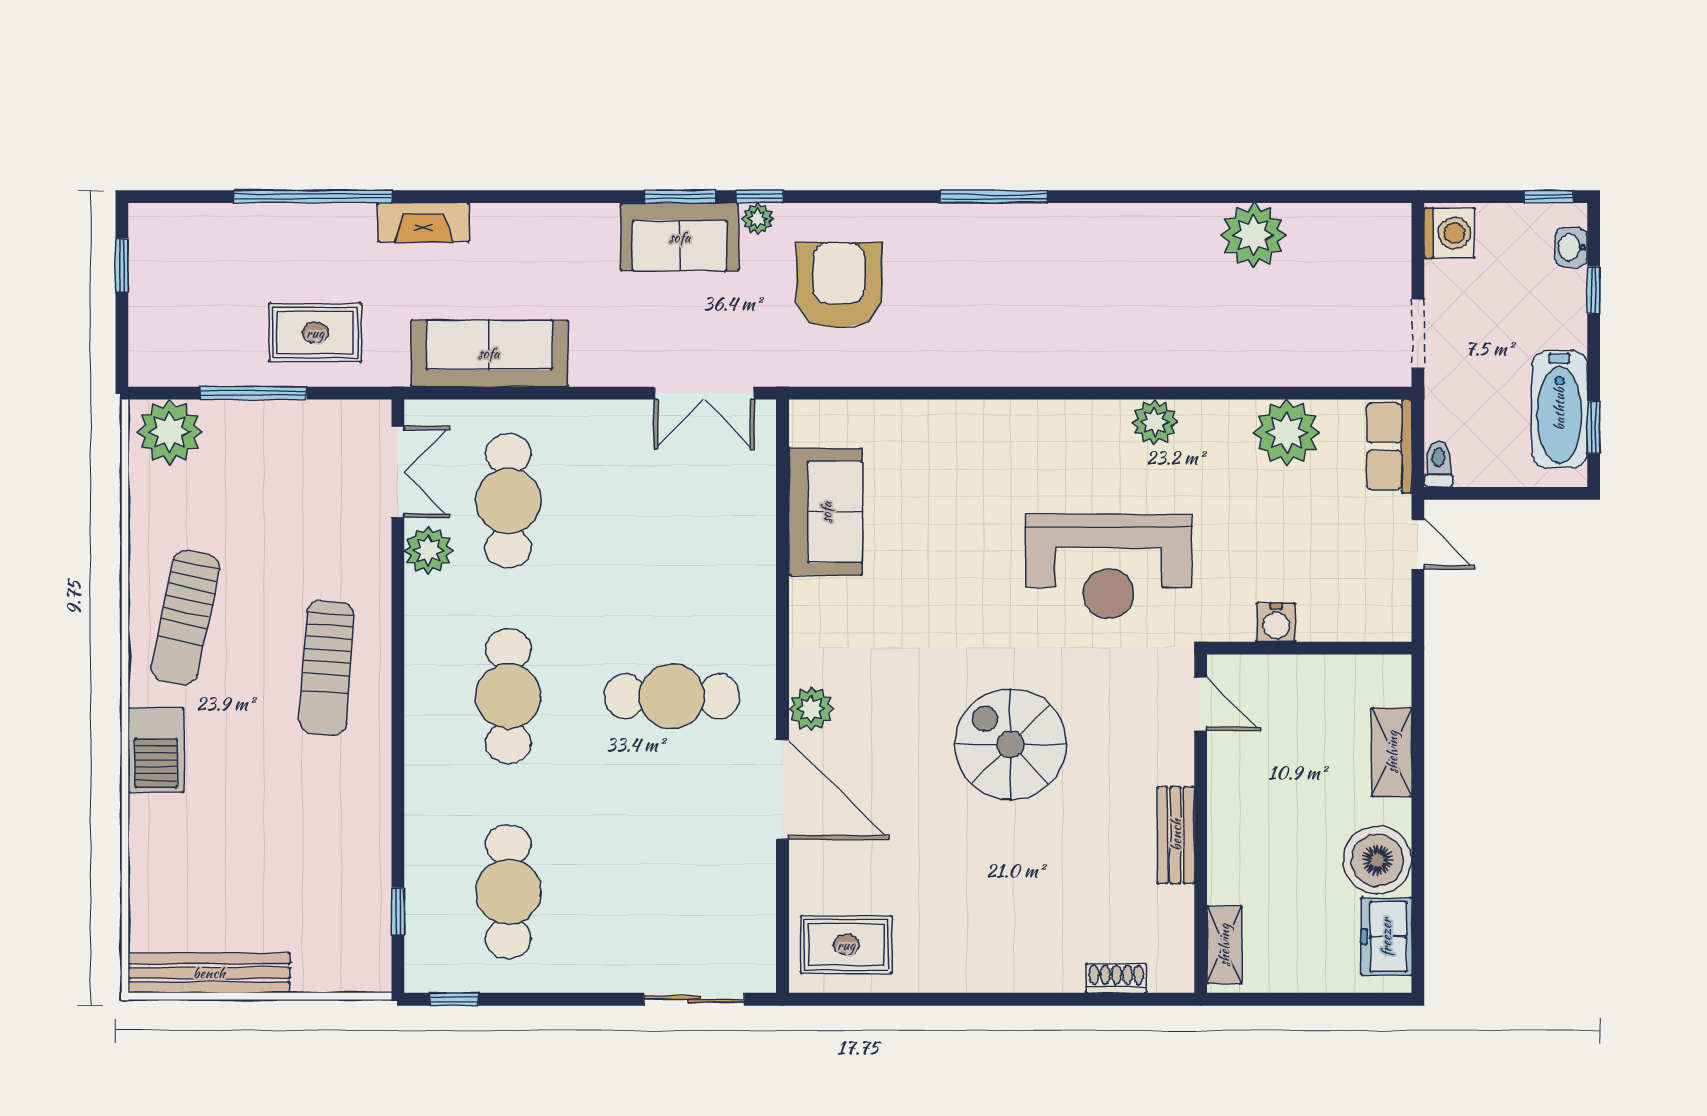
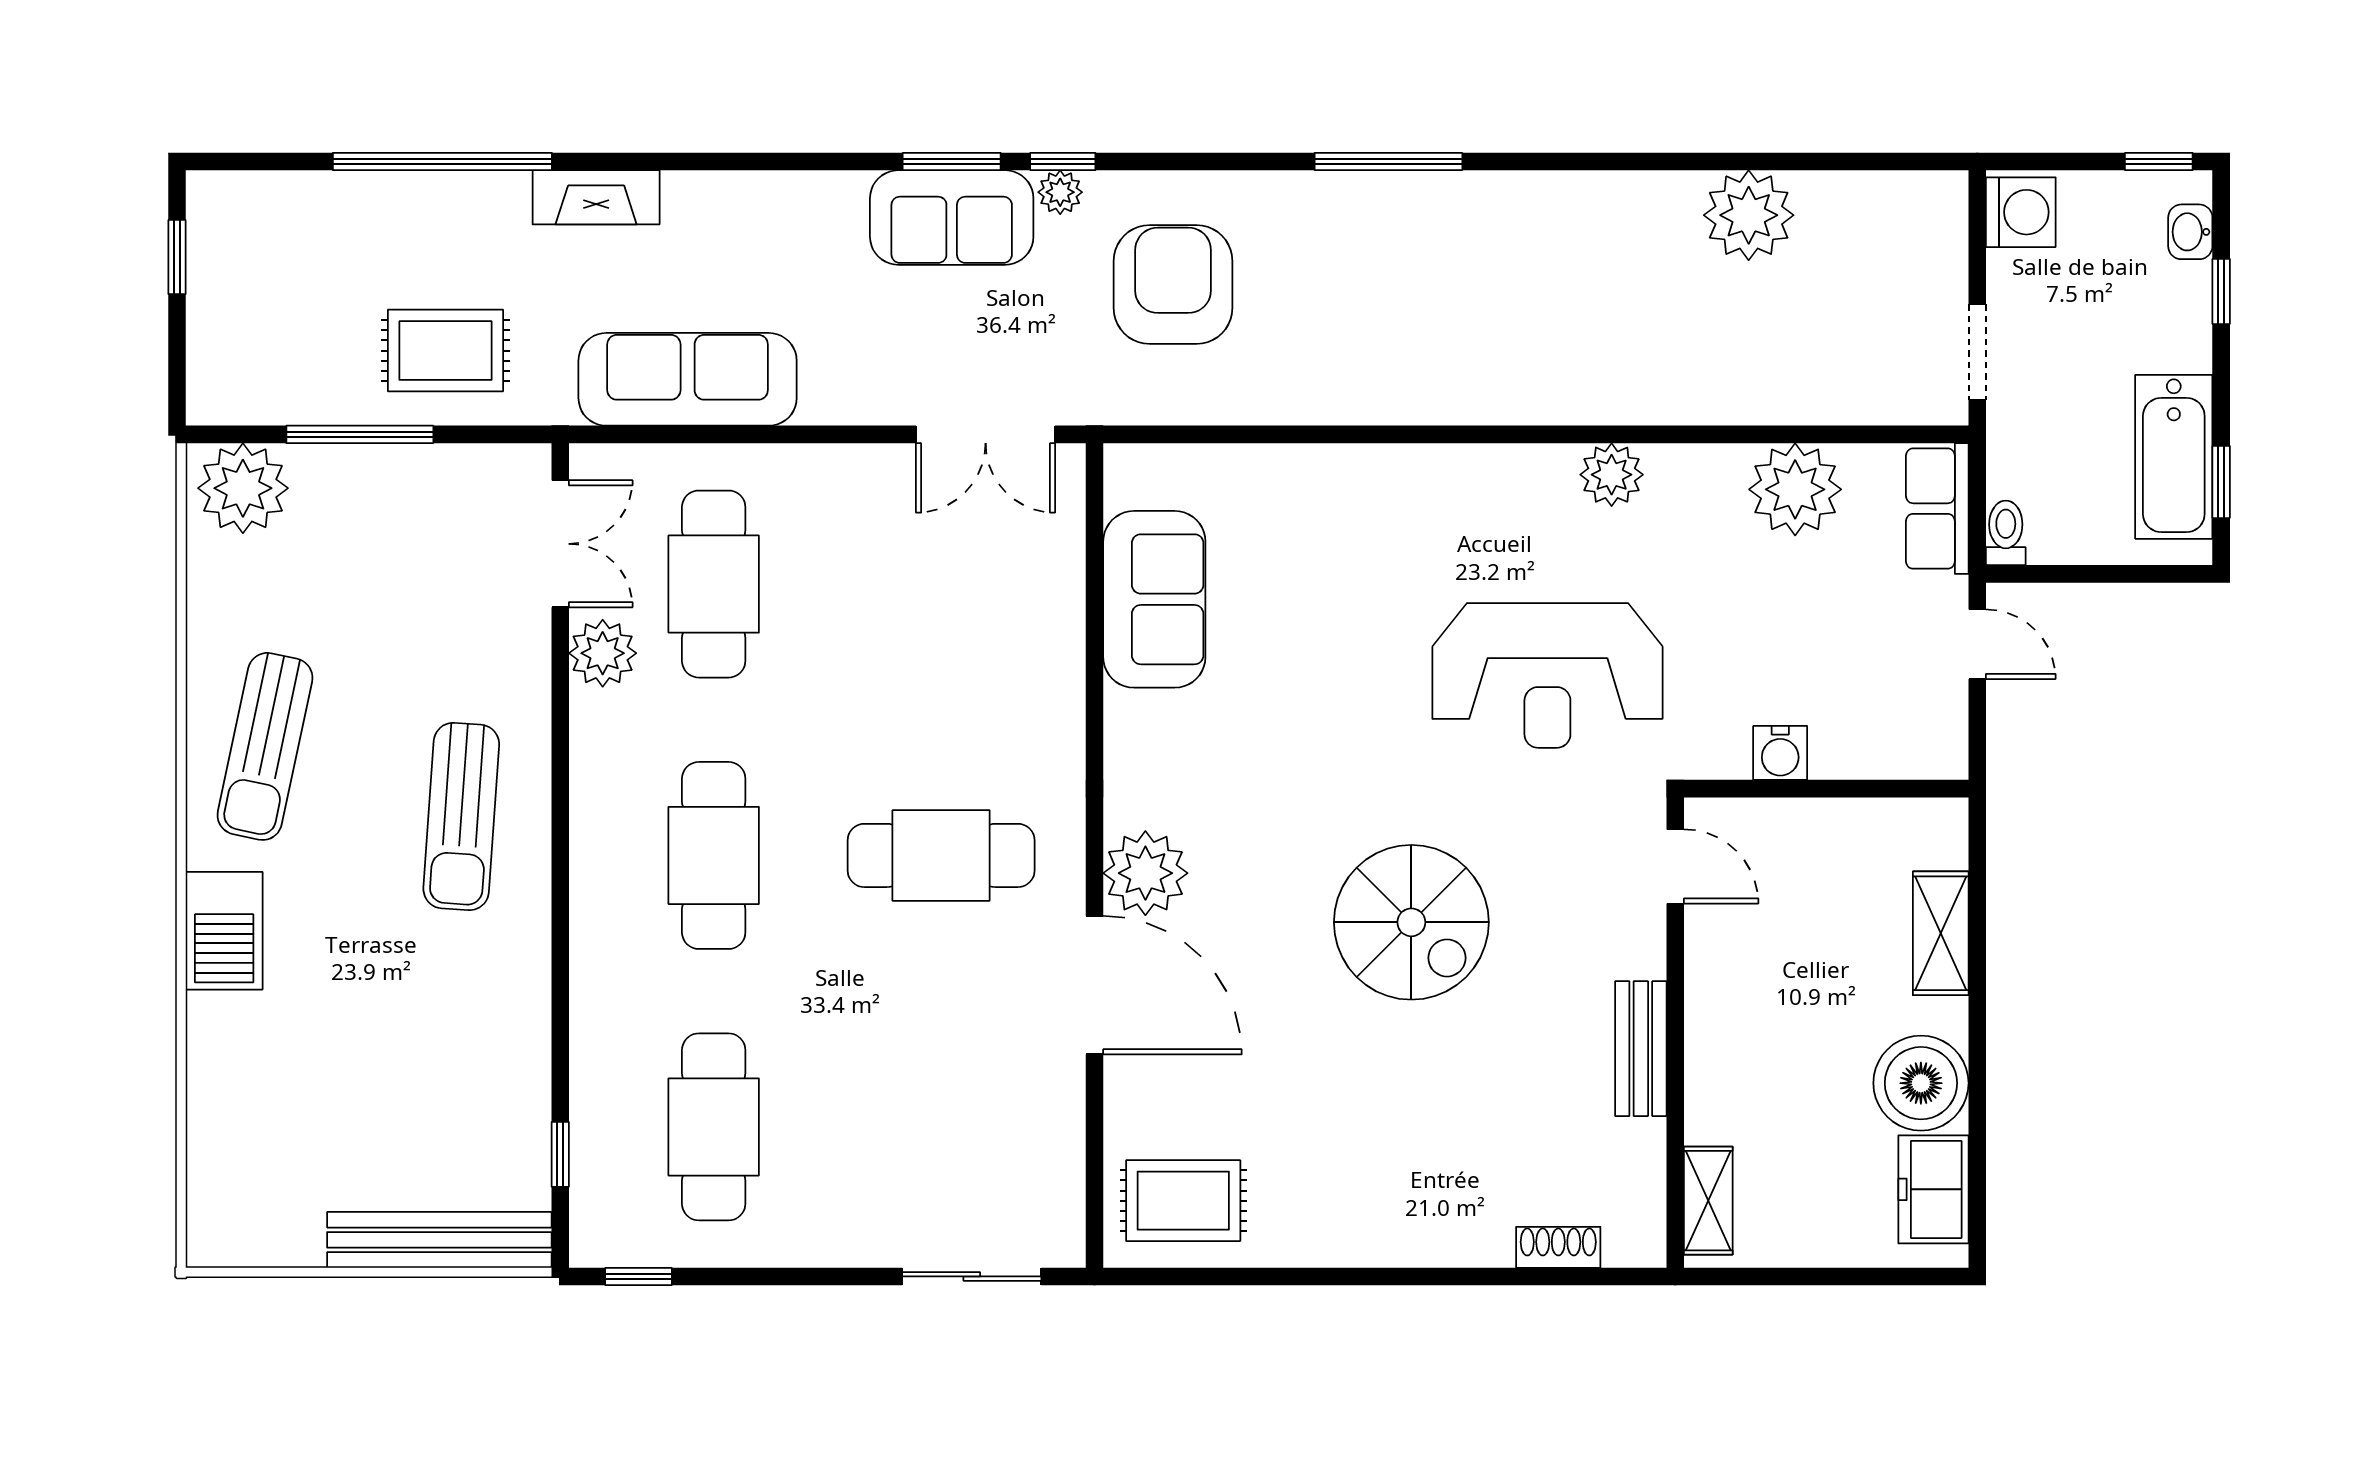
plant: (811, 709) -> (1145, 873), width x1.36, depth x1.36
spiral stairs: (1011, 744) -> (1411, 922), turned 180
bench: (209, 973) -> (439, 1240), moved

